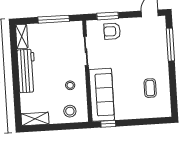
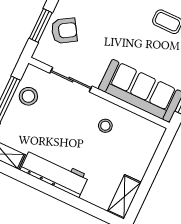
armchair: (112, 31) -> (64, 31), turned -122
stool: (70, 111) -> (28, 96), moved

